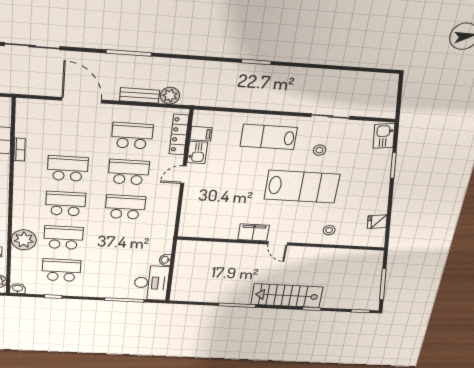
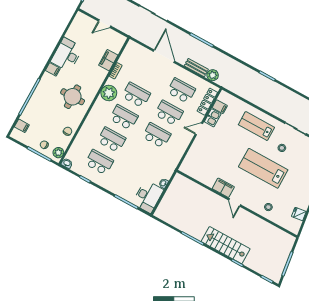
lab bench: (302, 187) -> (263, 168), turned 180
plant: (24, 240) -> (109, 93), moved

